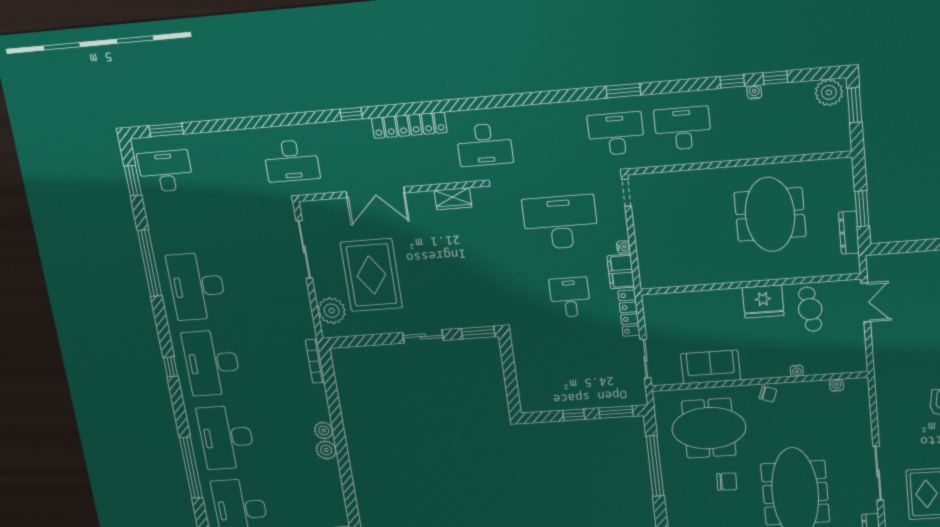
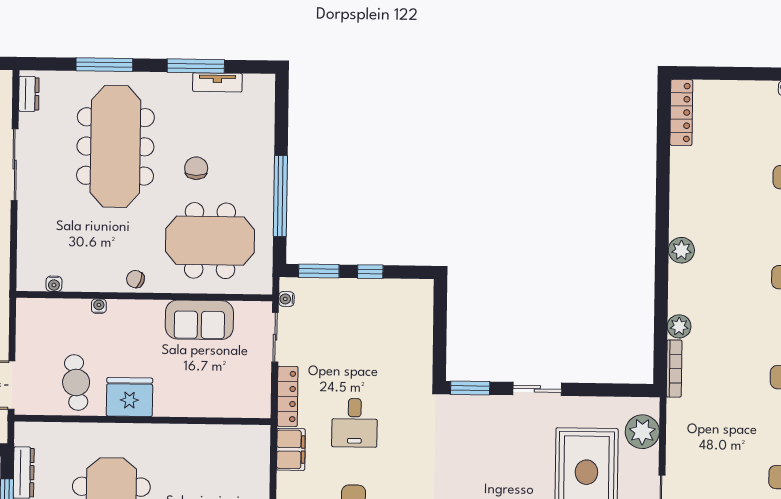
water cooler: (623, 247) -> (286, 299), moved
plant: (324, 430) -> (679, 326), moved
chair: (727, 482) -> (196, 168), turned 88

